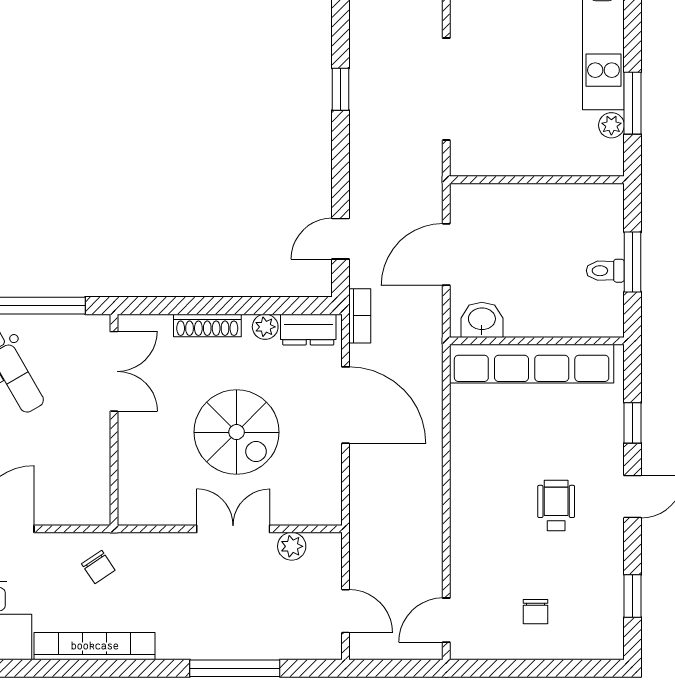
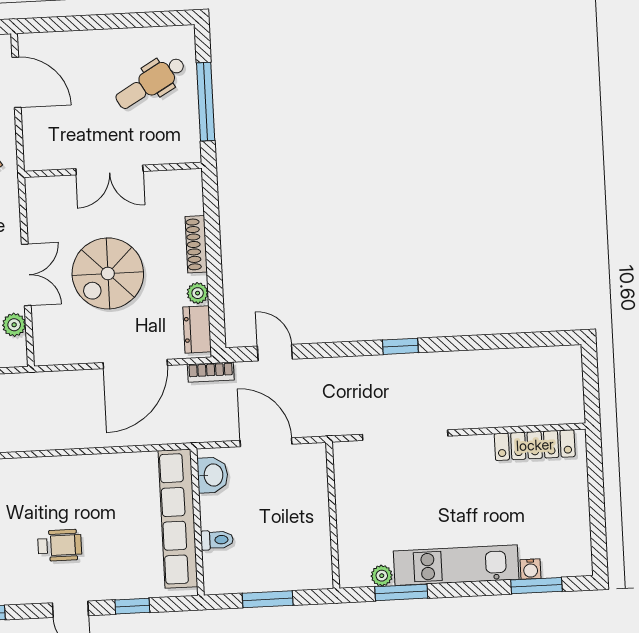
toilet: (605, 271) -> (217, 540), moved, turned 90
double door: (114, 371) -> (109, 170), moved

